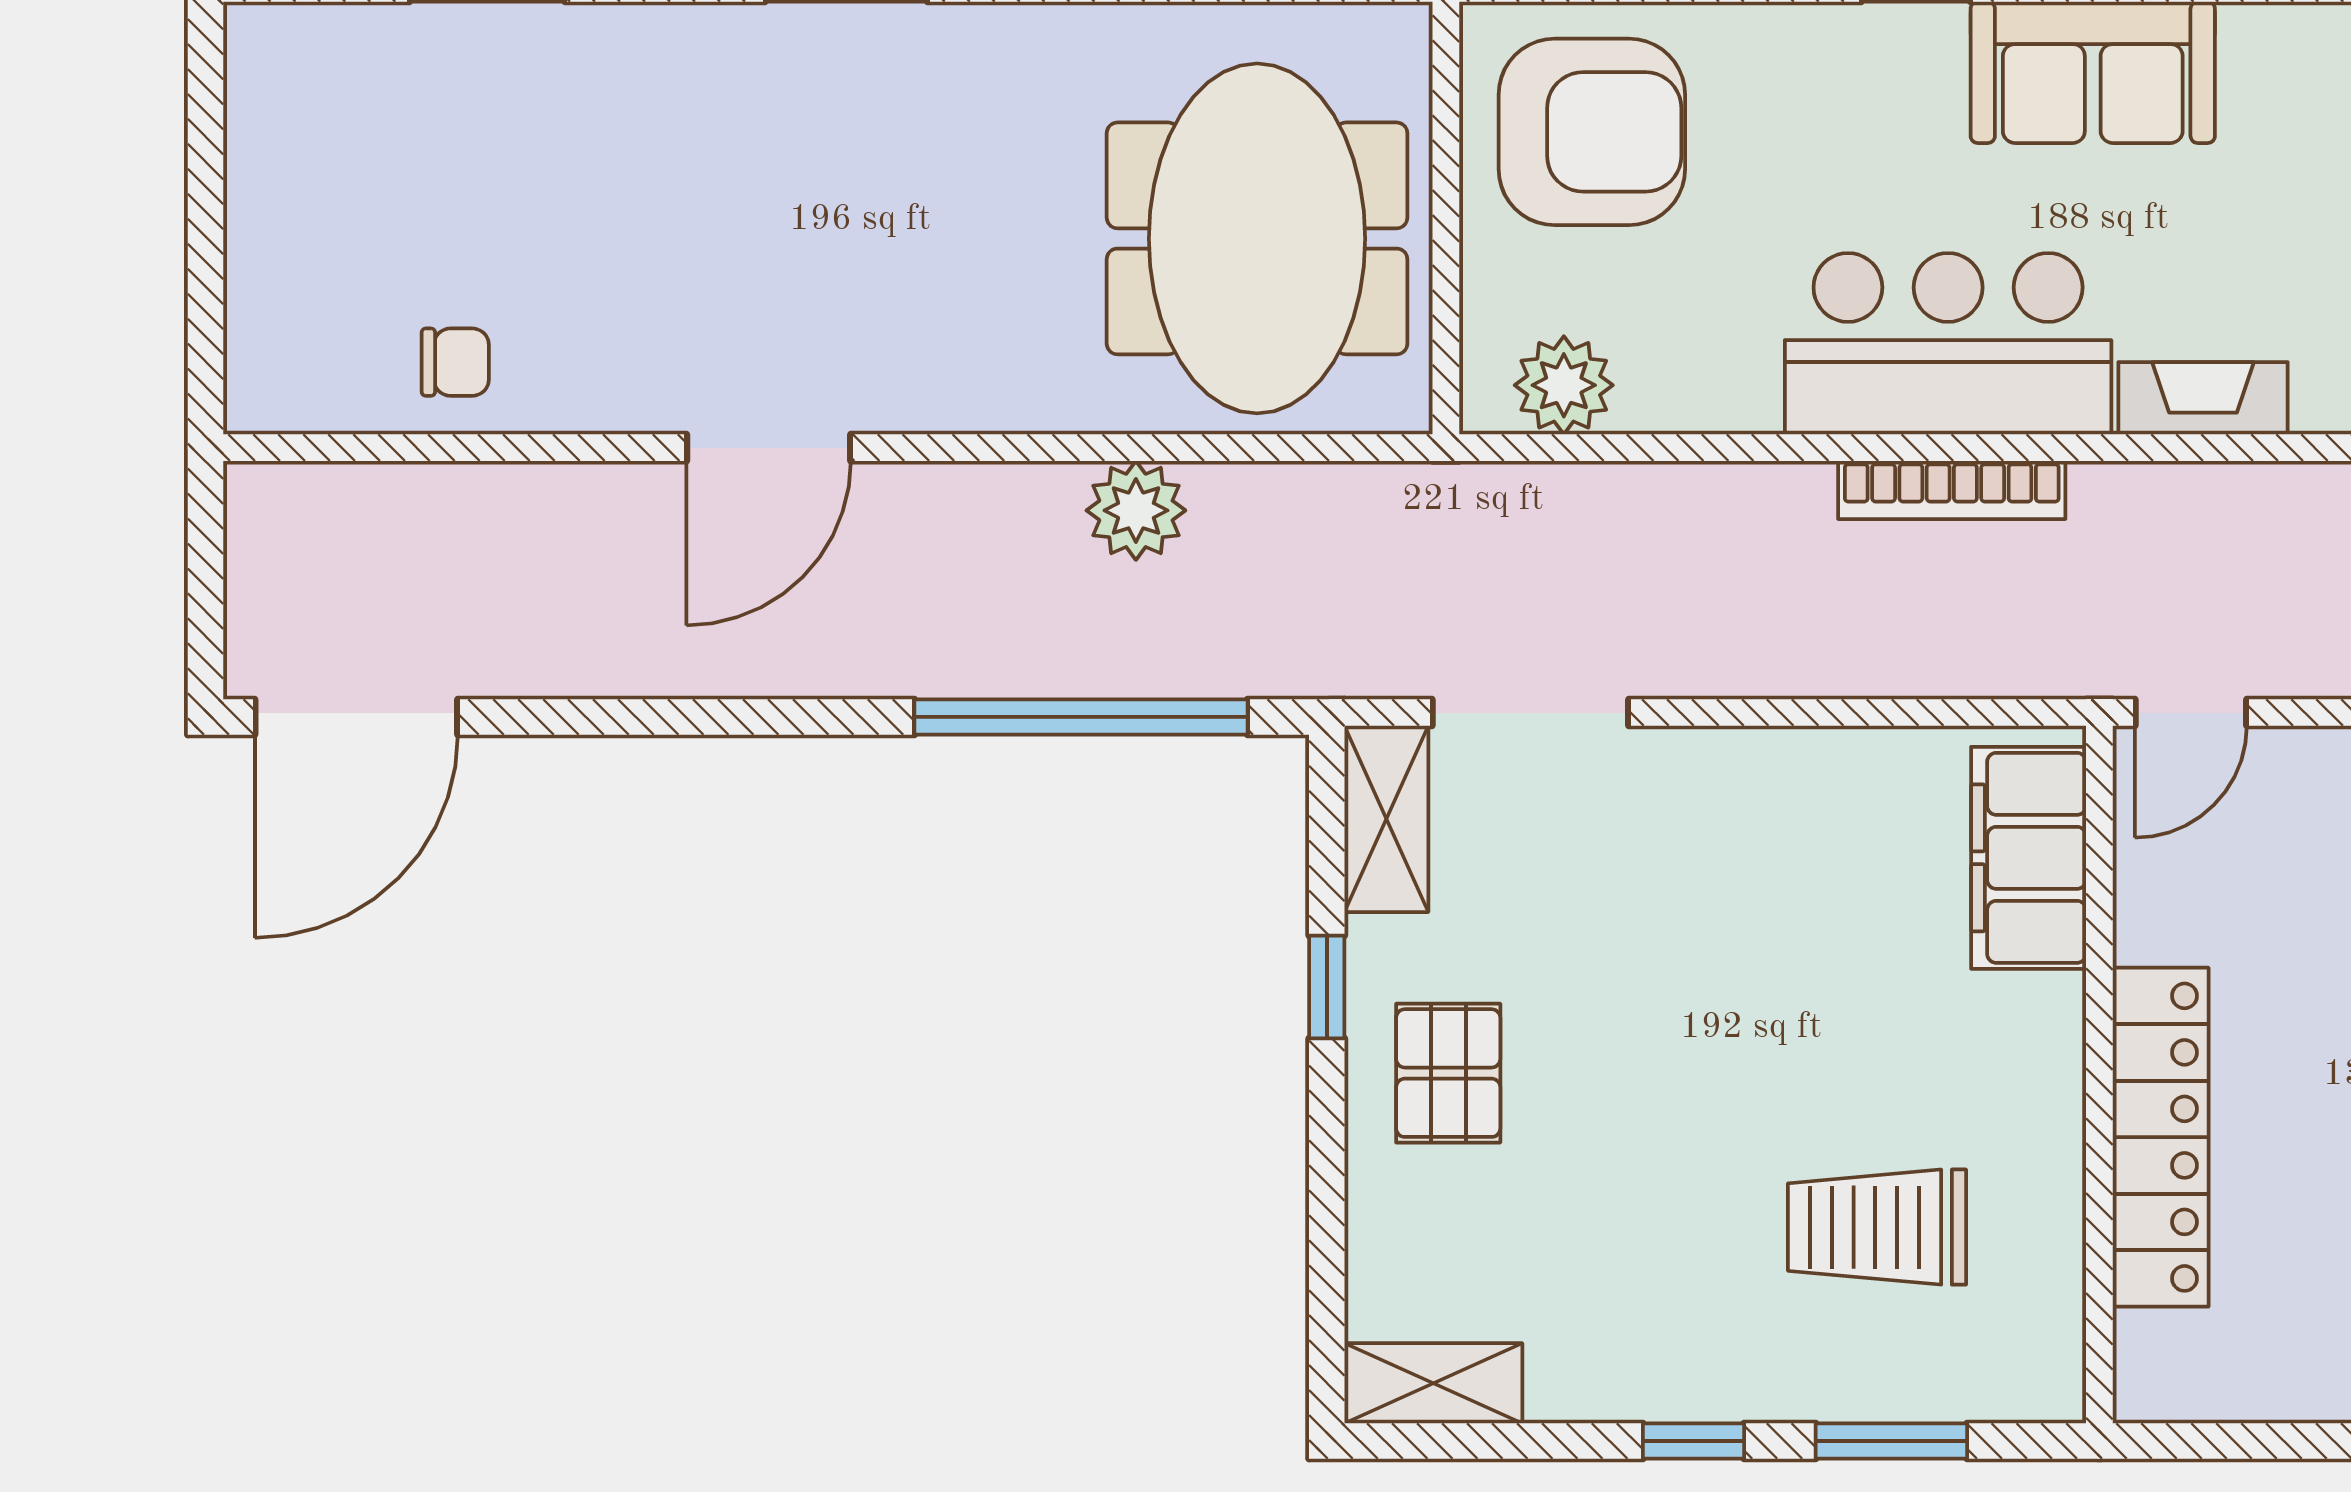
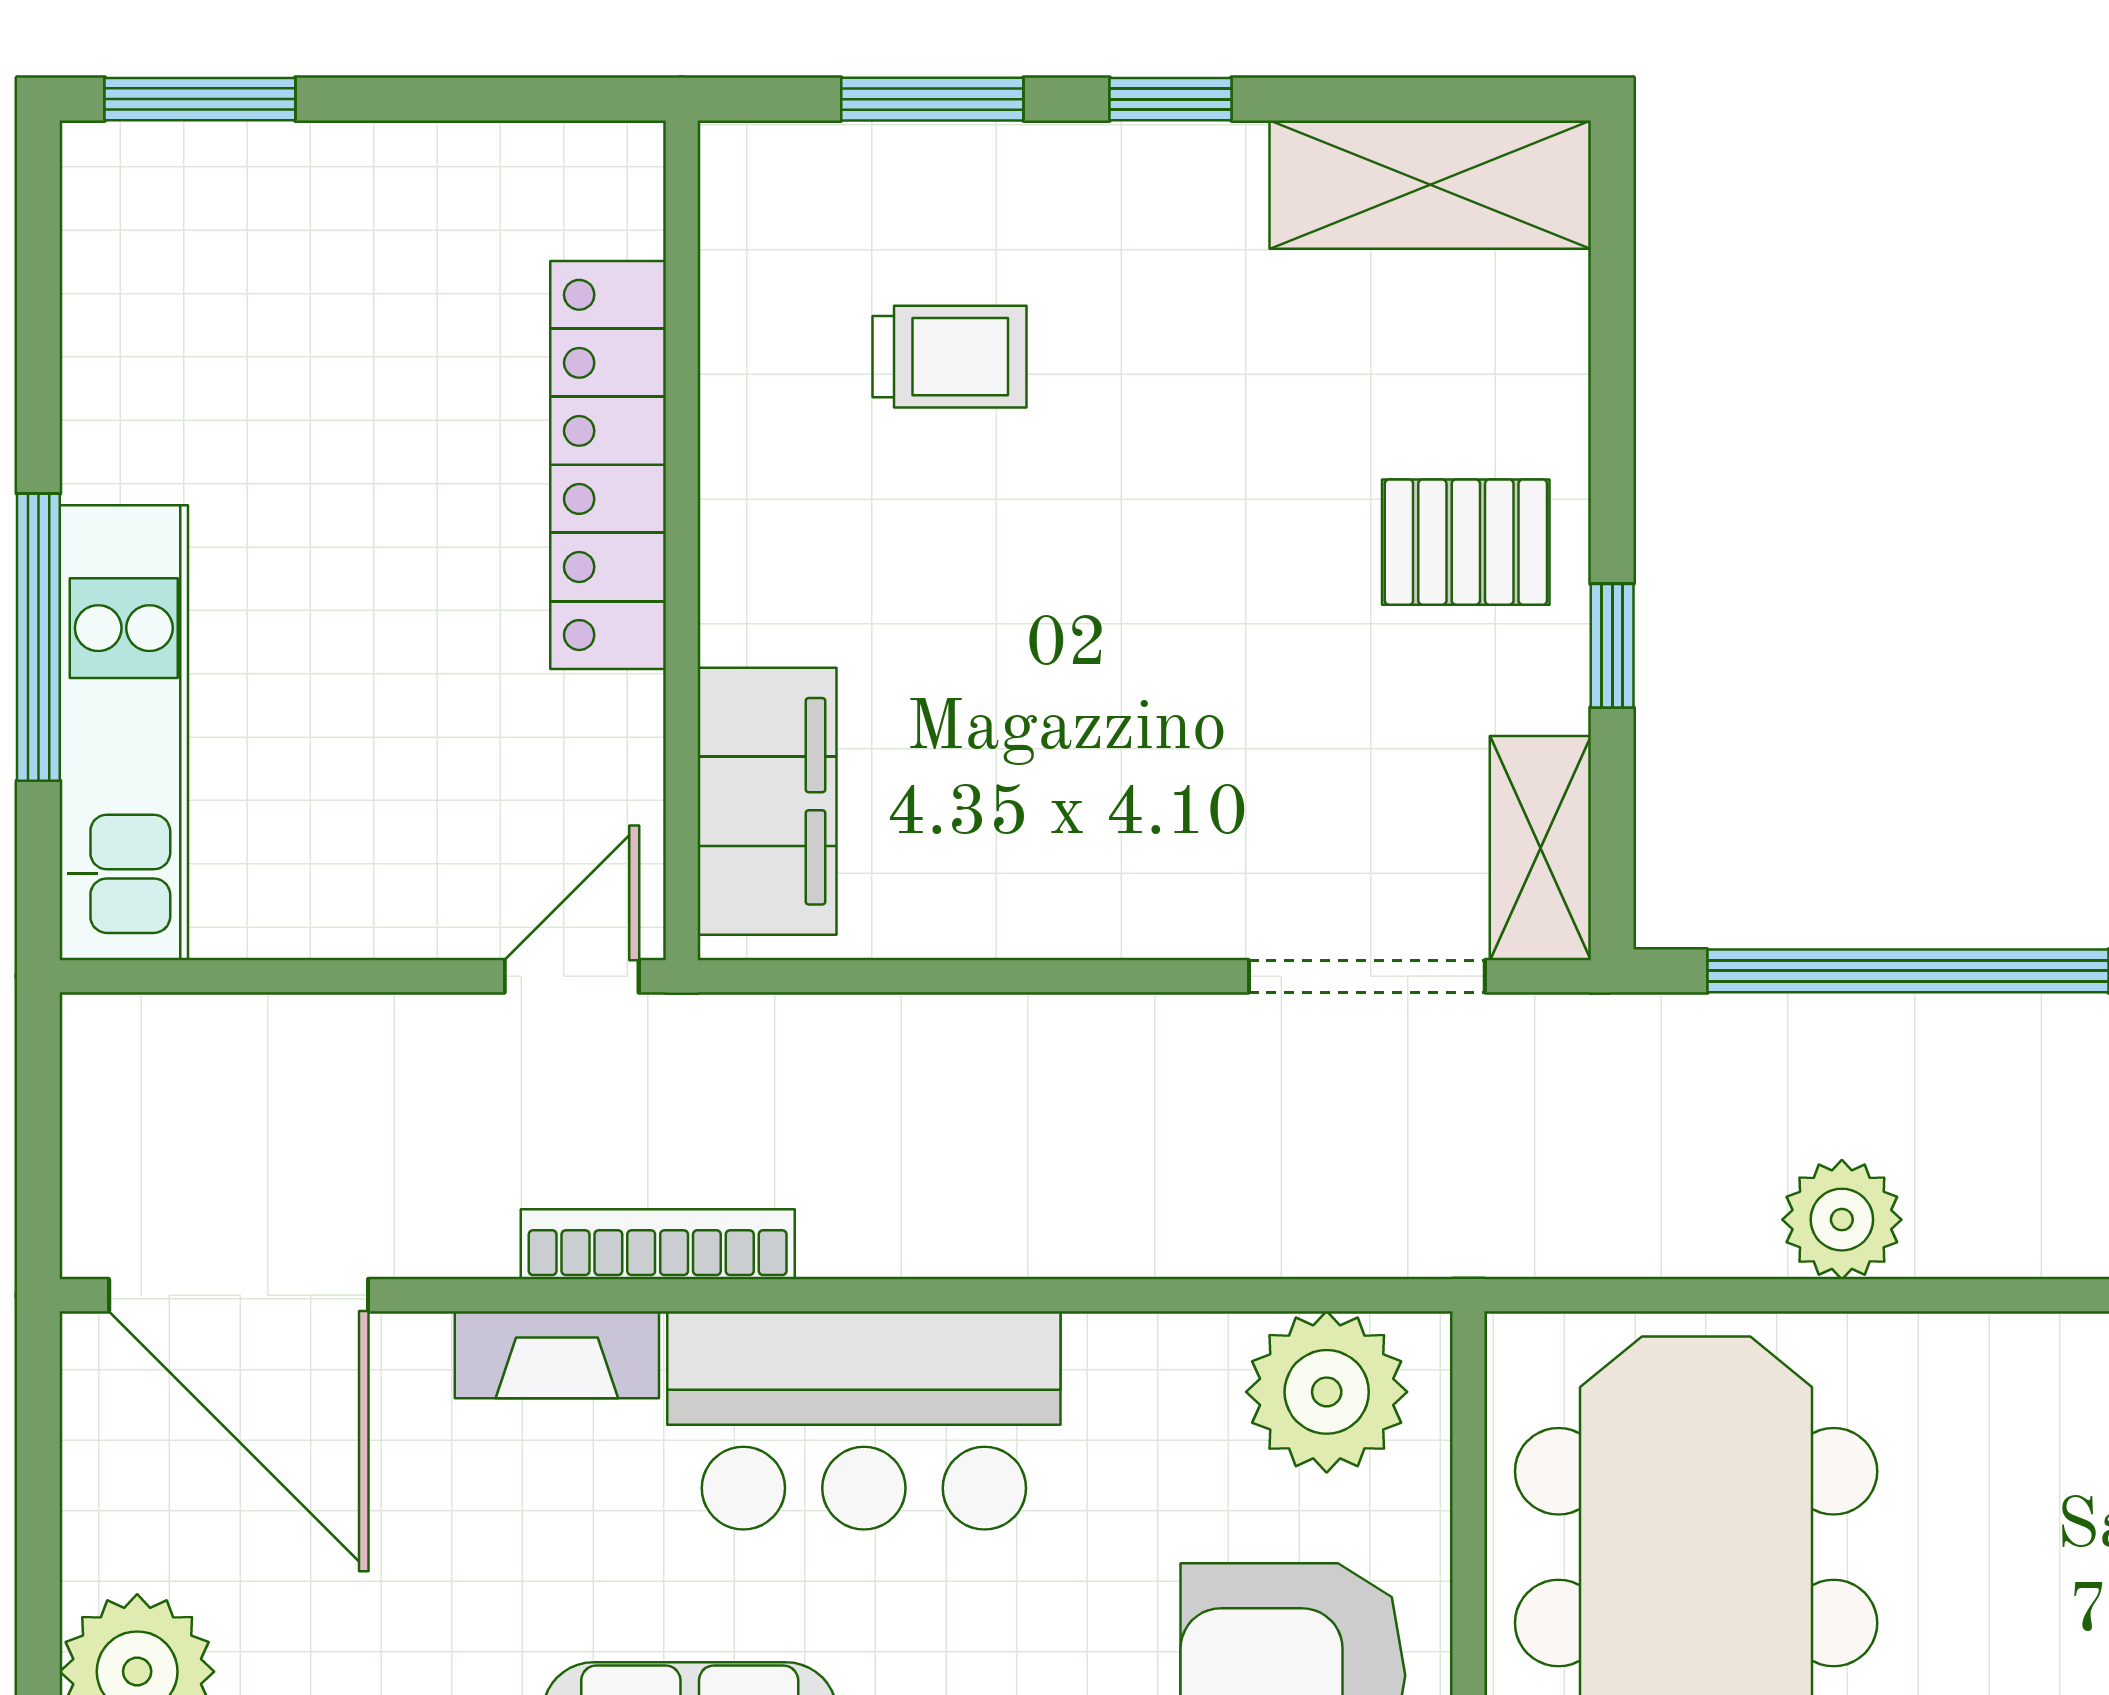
plant: (1564, 385) -> (1327, 1392), width x1.36, depth x1.36
bookcase: (1952, 490) -> (658, 1244), moved
pallet: (1448, 1073) -> (1466, 542), turned 90
trolley: (1877, 1227) -> (949, 357), width x0.73, depth x0.72
shelving: (1433, 1383) -> (1430, 185), width x1.50, depth x1.33

